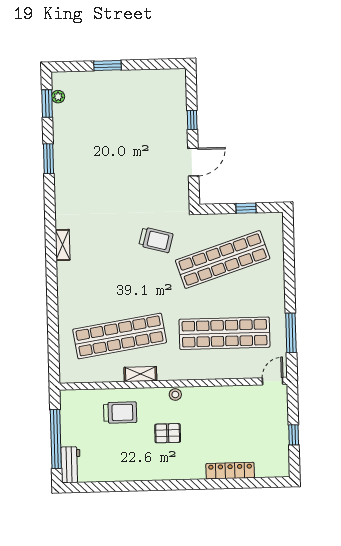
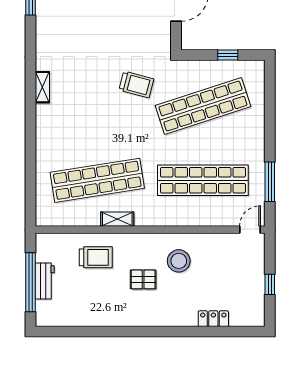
stool: (175, 394) -> (179, 261), moved, width x1.89, depth x1.89
workbench: (71, 465) -> (45, 281), moved
locker: (230, 471) -> (213, 319), width x0.66

